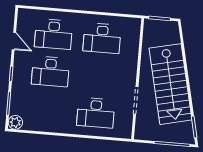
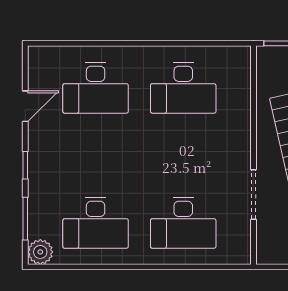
door: (14, 41) -> (25, 106), hinge flipped
desk: (50, 71) -> (96, 223), moved

